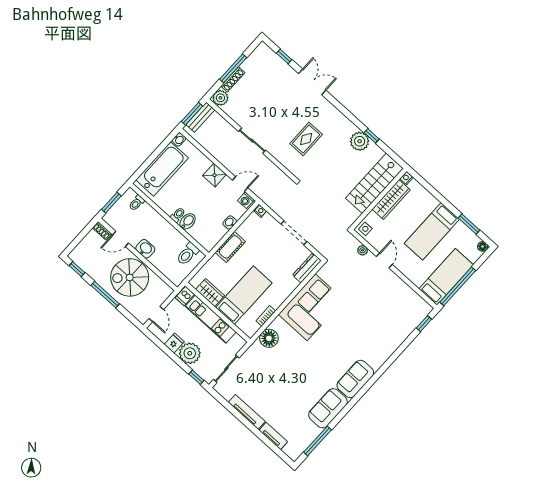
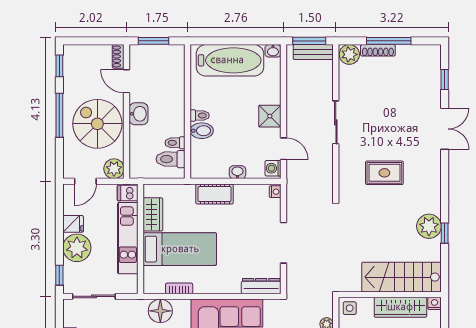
toilet: (137, 203) -> (175, 143), moved
plant: (164, 291) -> (114, 169), added

